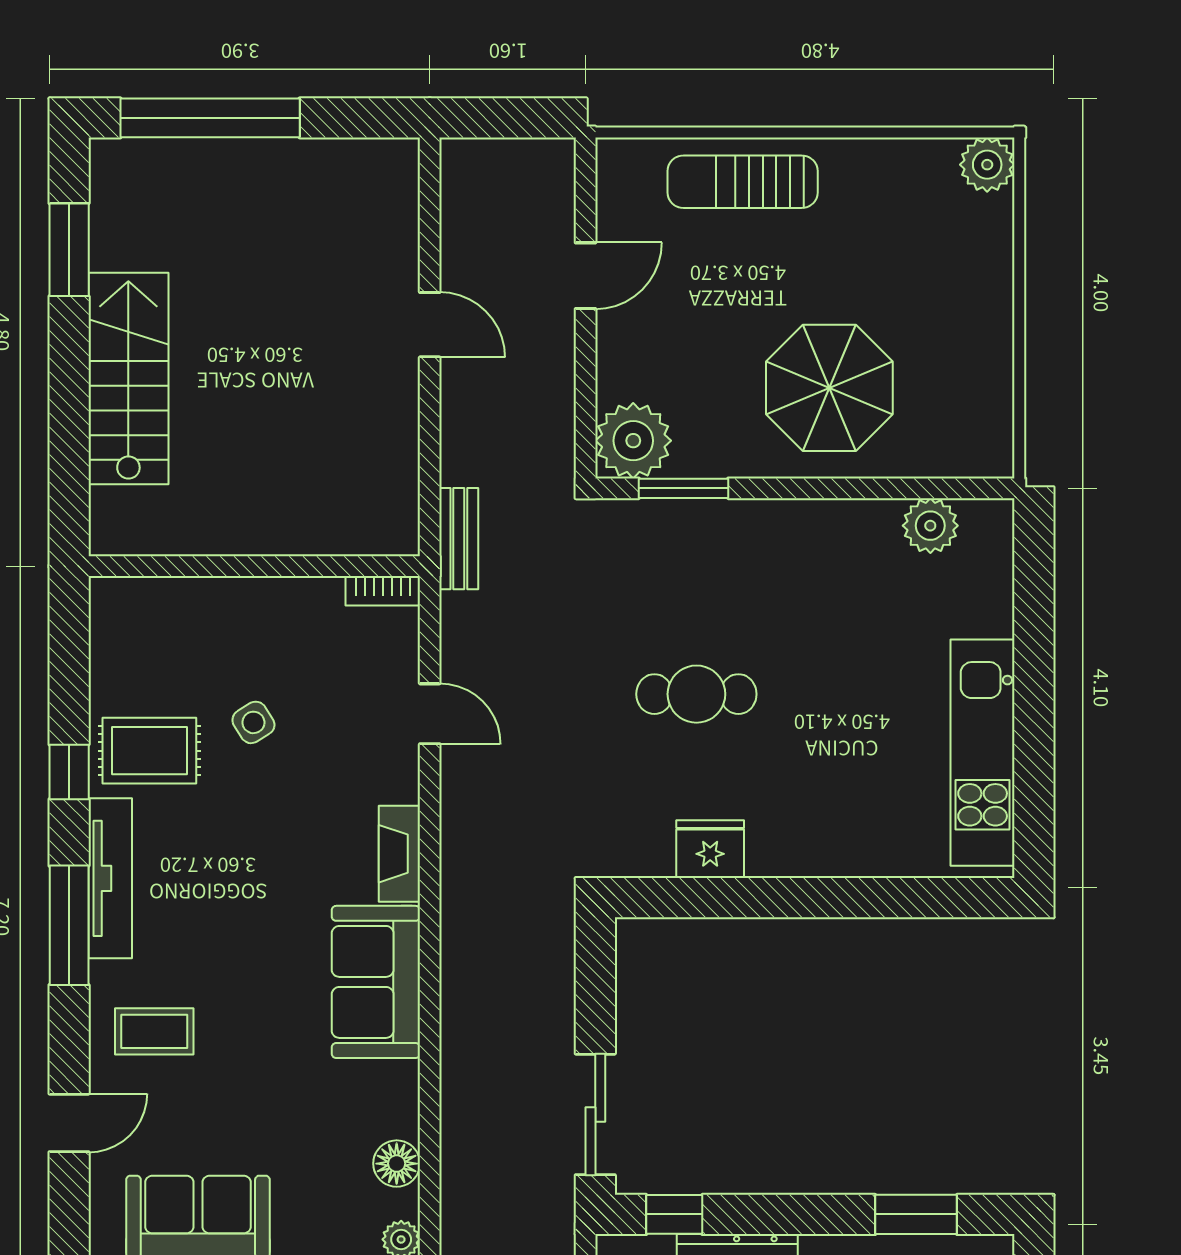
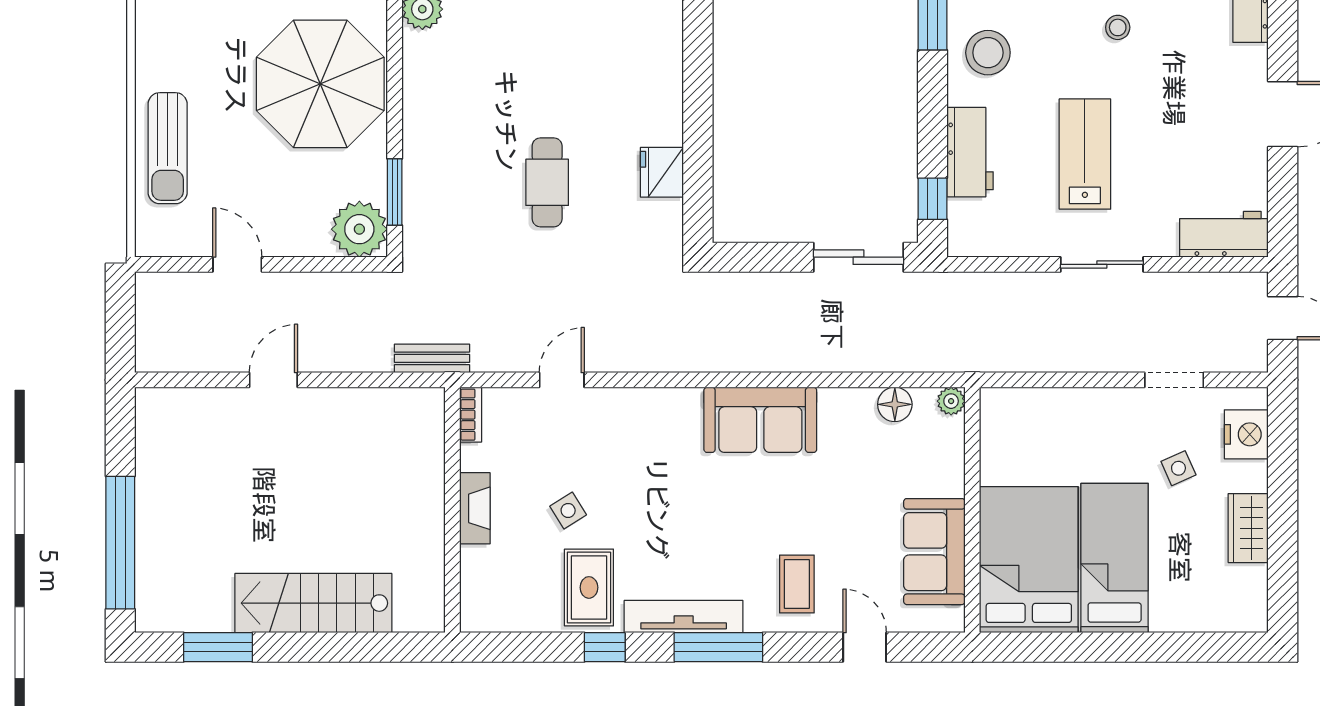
parasol: (829, 388) -> (320, 84), width x1.36, depth x1.36
fireplace: (399, 854) -> (475, 508), moved, turned -90

